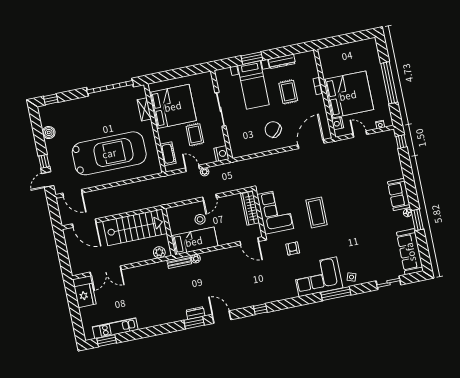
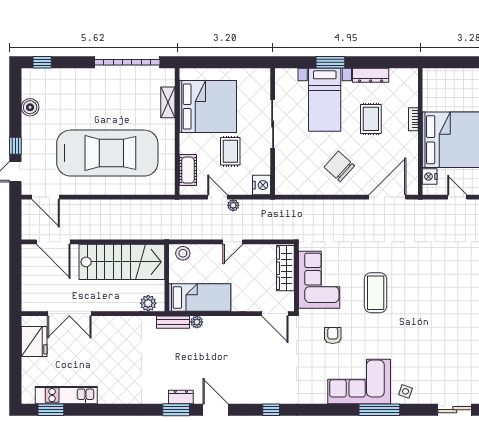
stool: (200, 219) -> (183, 253), moved

